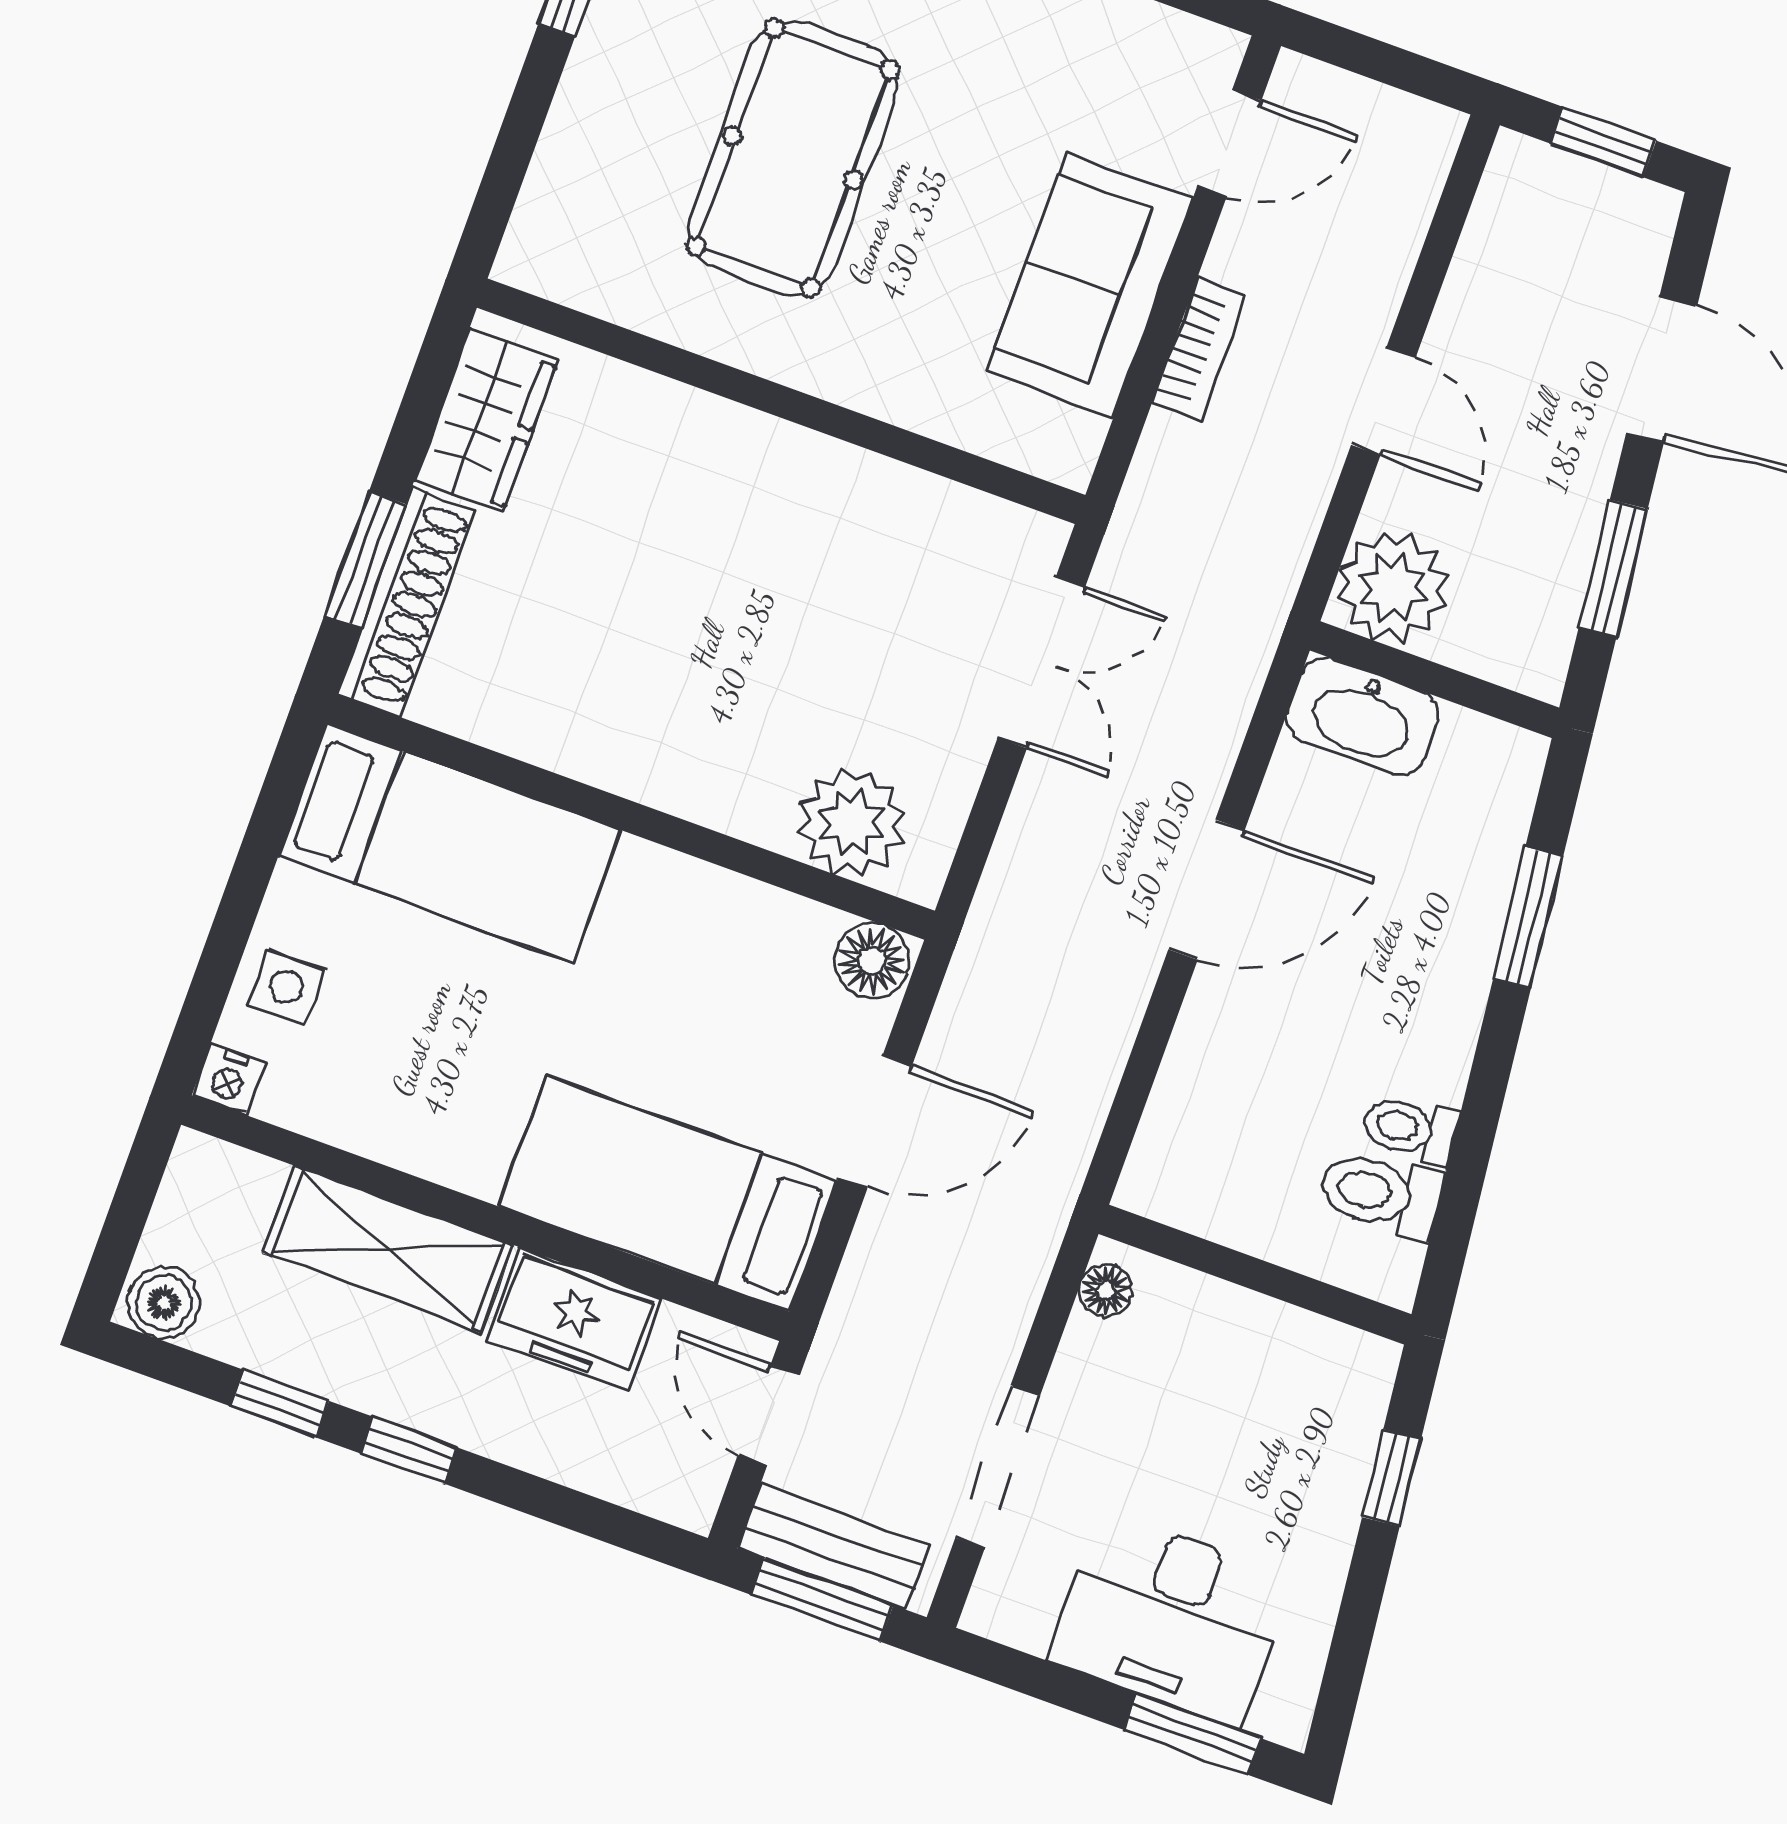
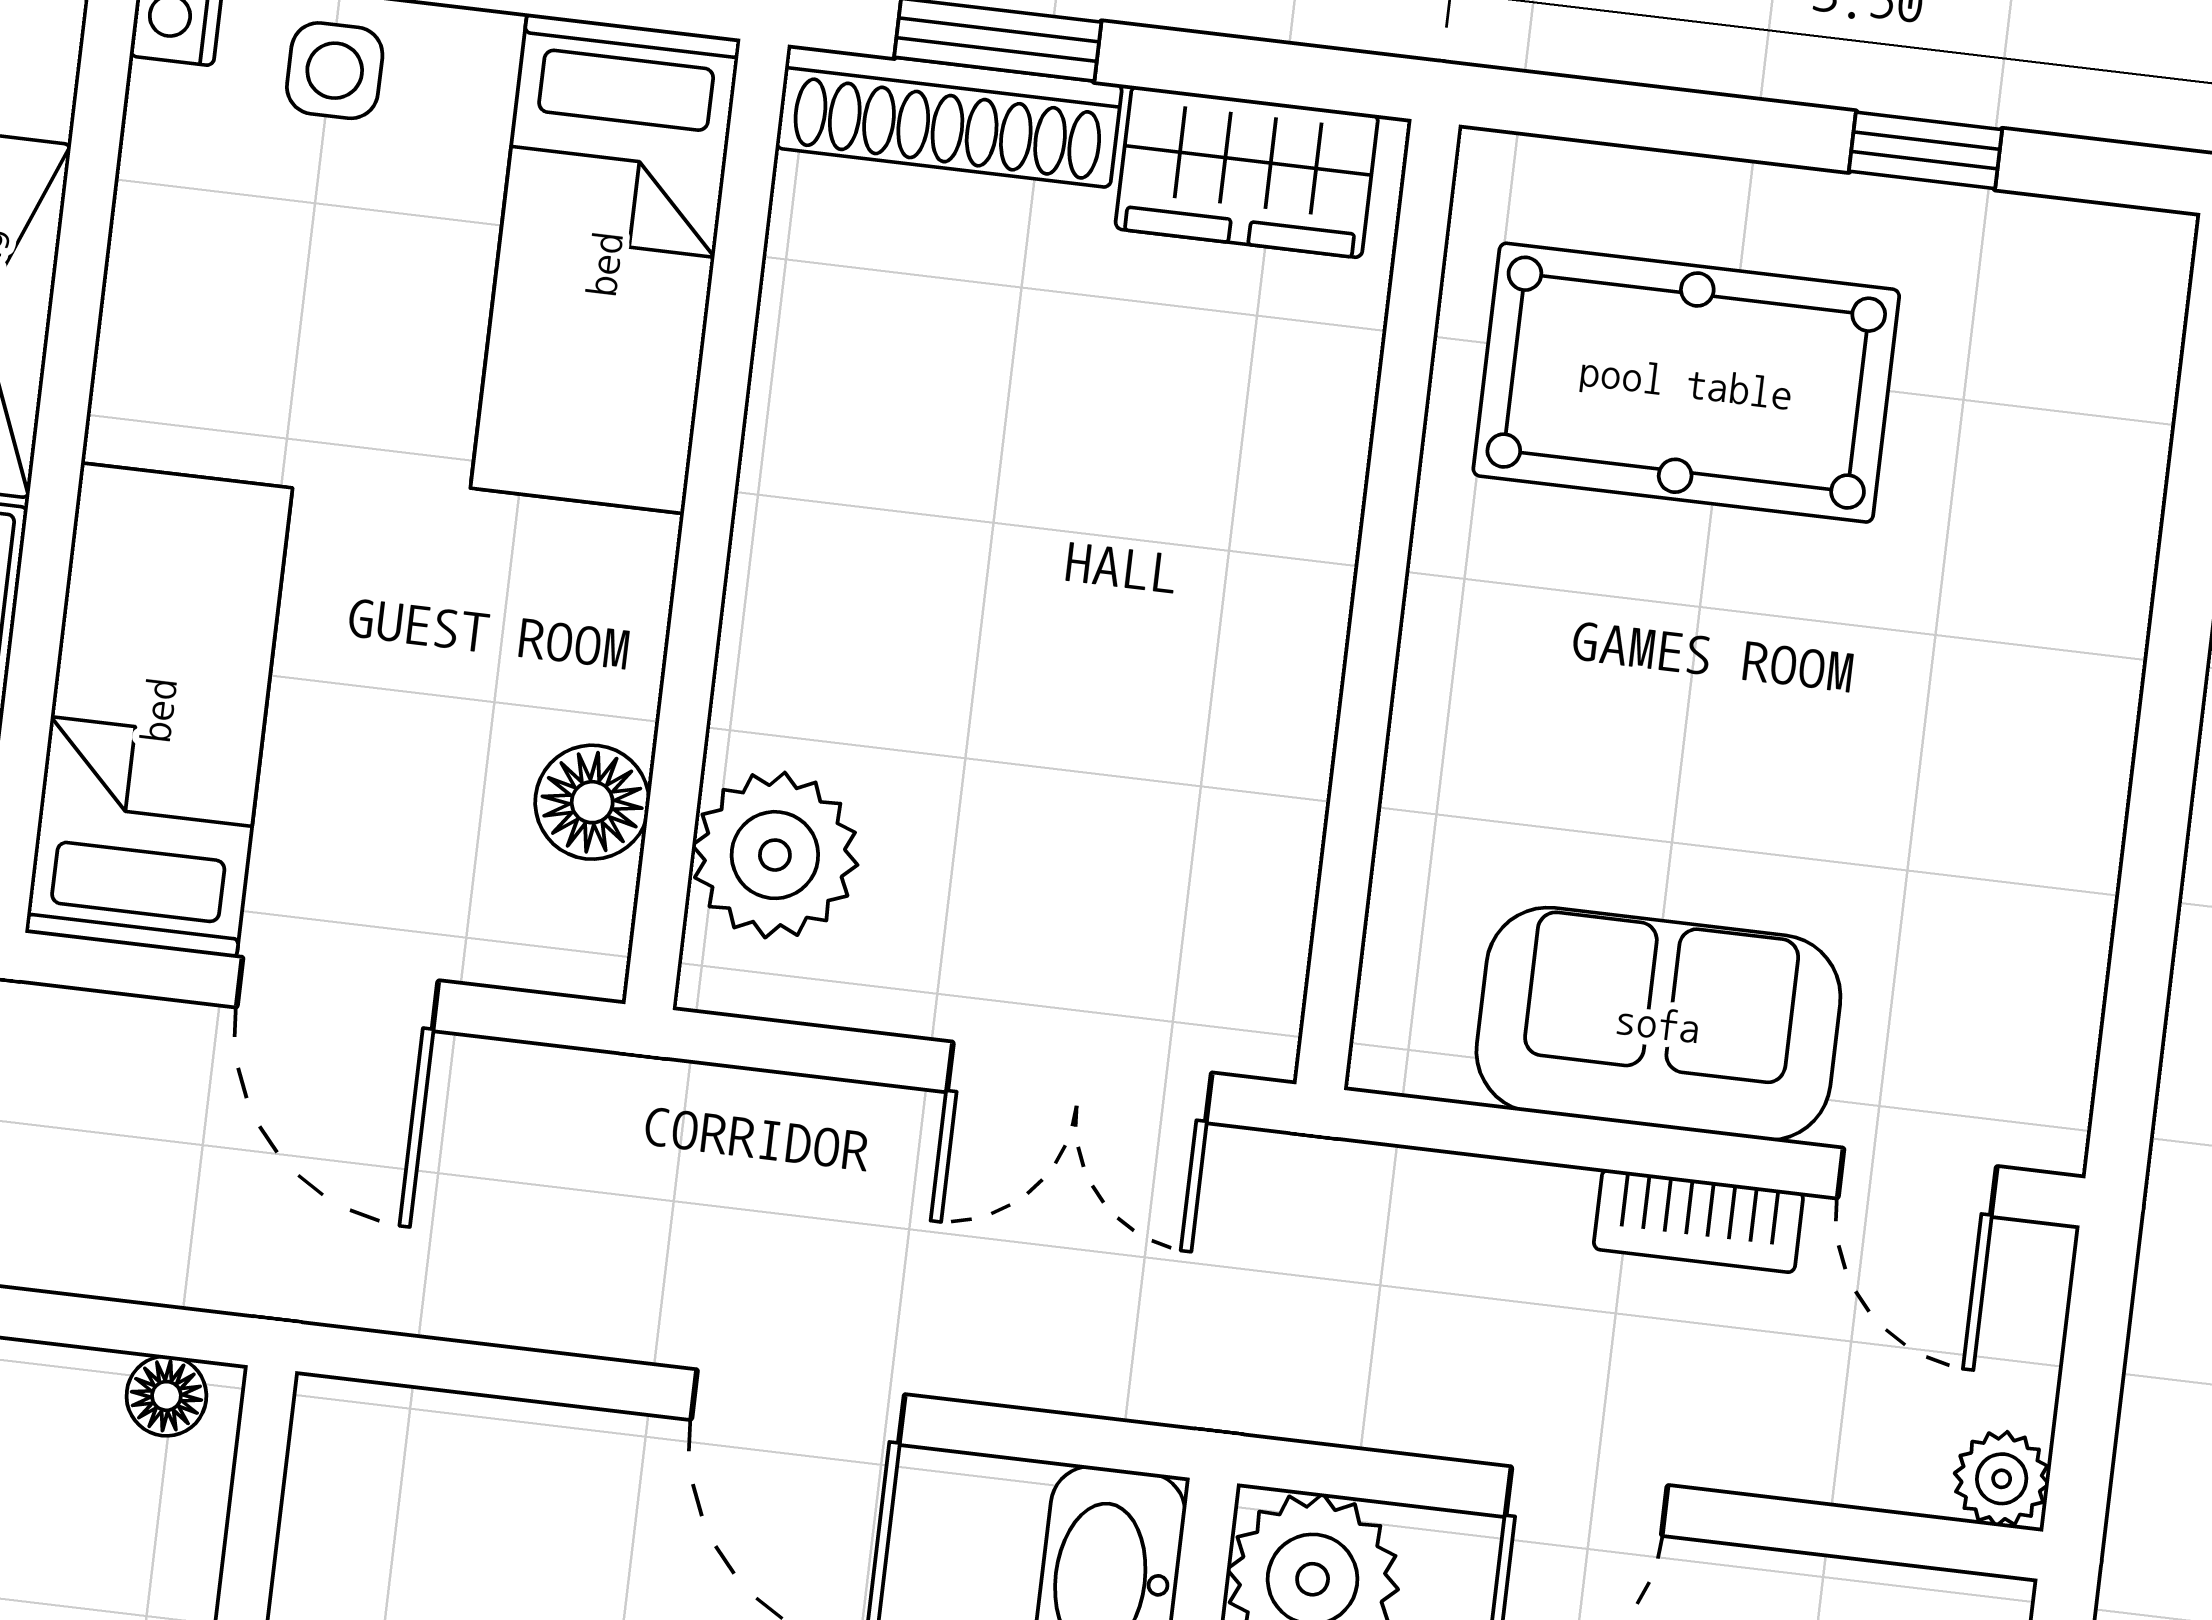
plant: (1431, 133) -> (2002, 1479), added
pool table: (793, 158) -> (1686, 383), moved
bookcase: (1199, 350) -> (1698, 1221), moved
floor lamp: (872, 961) -> (592, 802), moved

